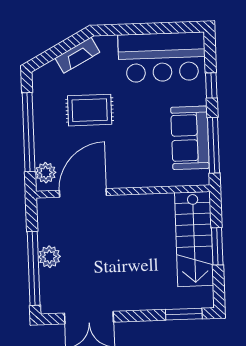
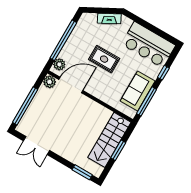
rug: (90, 110) -> (104, 59), moved
plant: (49, 257) -> (50, 82), moved

